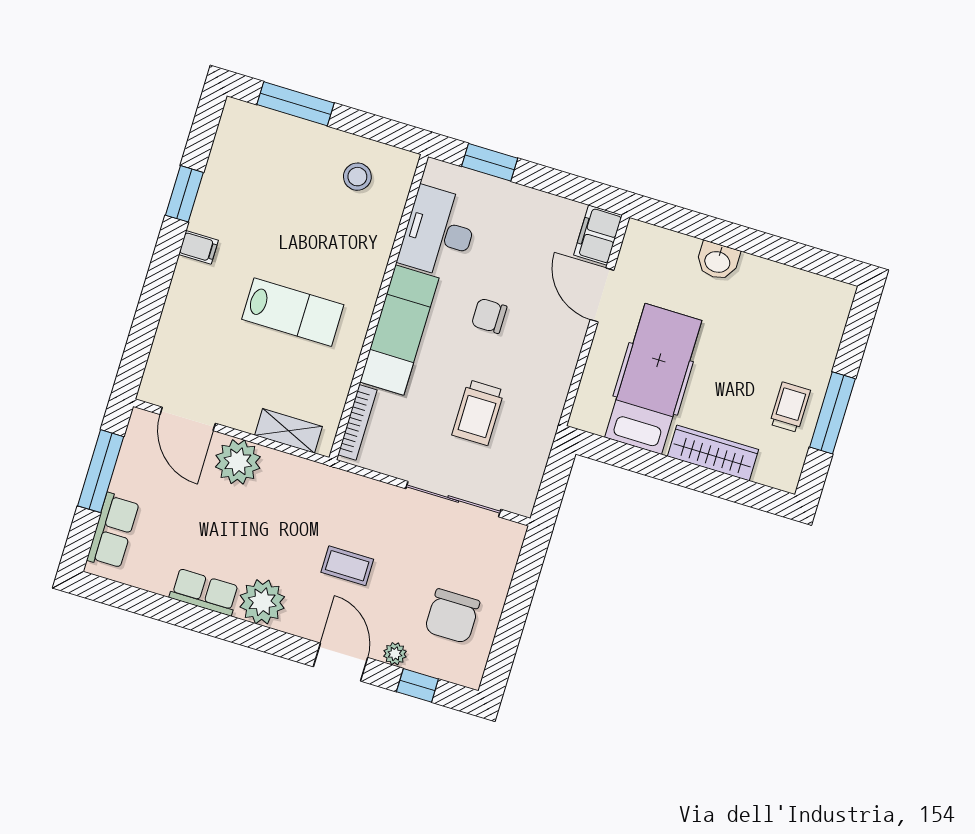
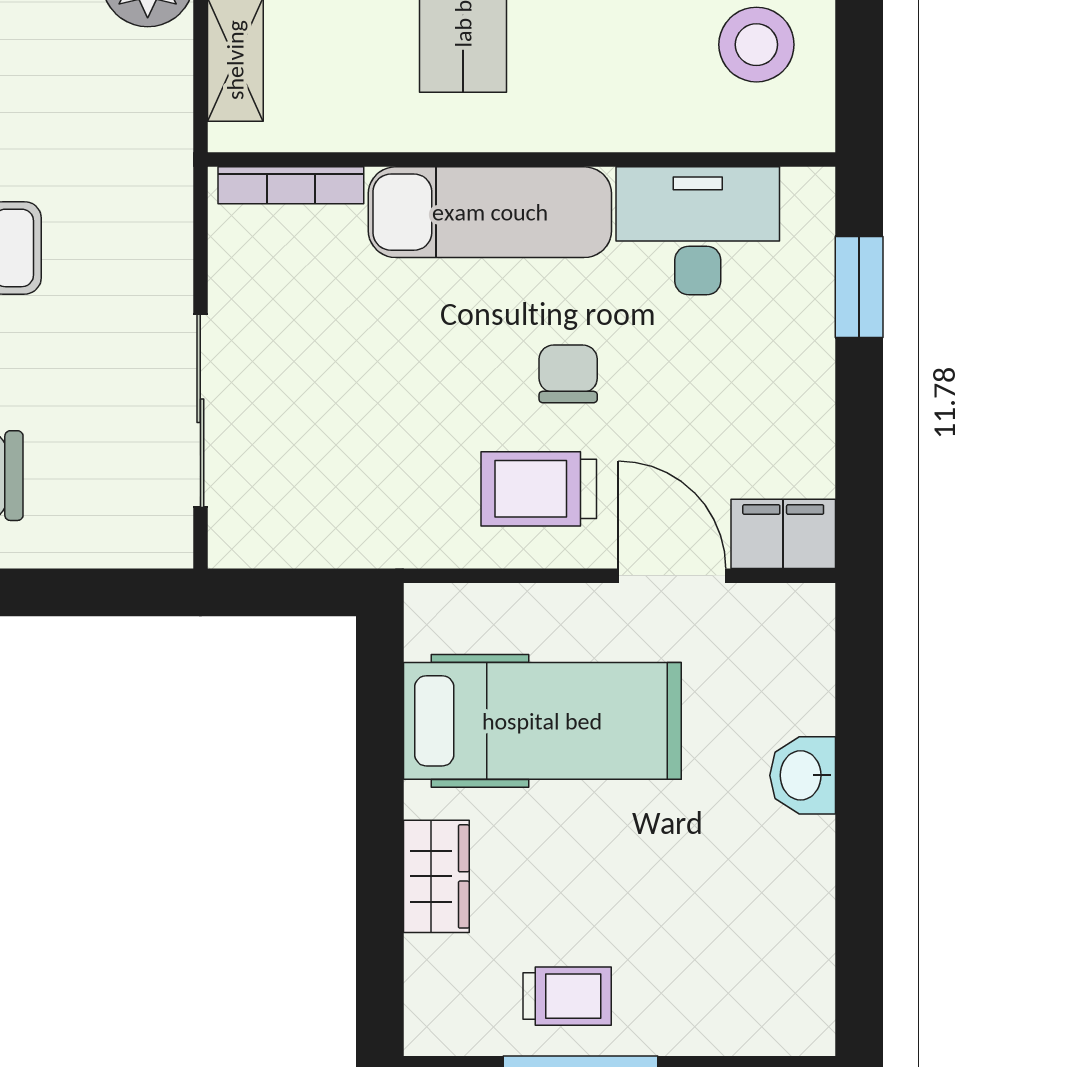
stool: (357, 177) -> (756, 45), width x1.38, depth x1.38
door: (602, 295) -> (672, 576), hinge flipped
trolley: (478, 413) -> (539, 489), moved
wardrobe: (713, 453) -> (436, 876), width x0.67

